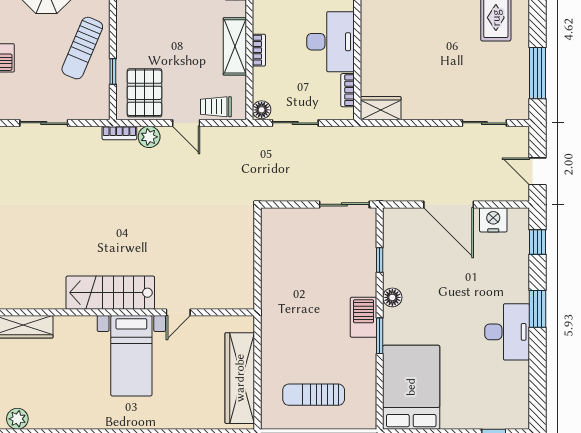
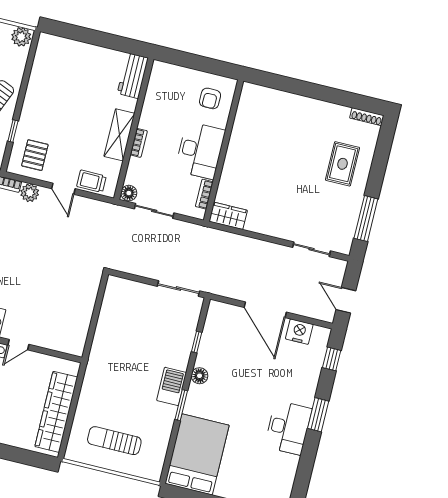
pallet: (145, 93) -> (35, 155), width x0.67, depth x0.71

